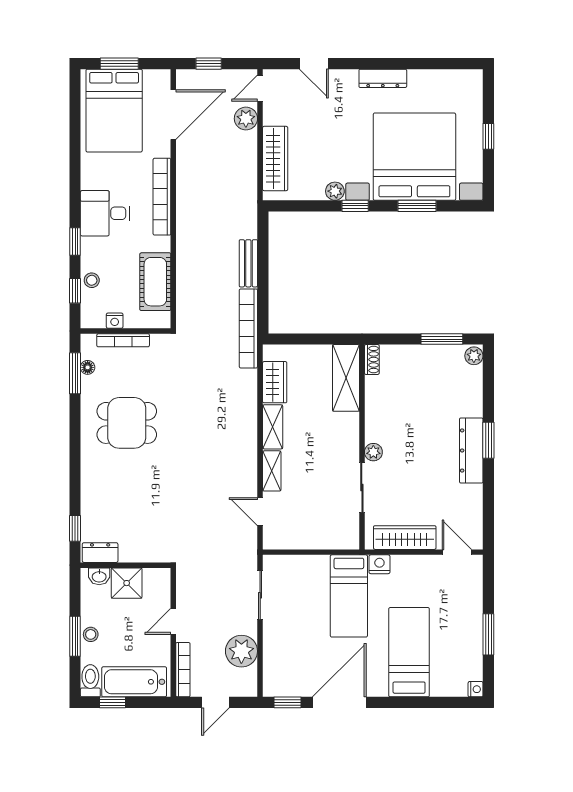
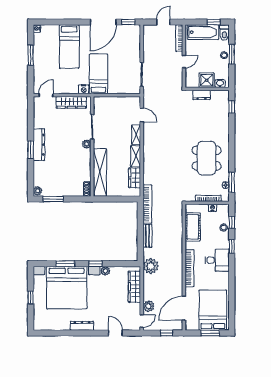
shelving: (346, 378) -> (100, 172), width x1.47
dining table: (127, 423) -> (207, 158), width x1.38
door: (457, 552) -> (46, 95), swing flipped
dresser: (100, 553) -> (201, 95), moved
plant: (241, 651) -> (151, 266), moved

